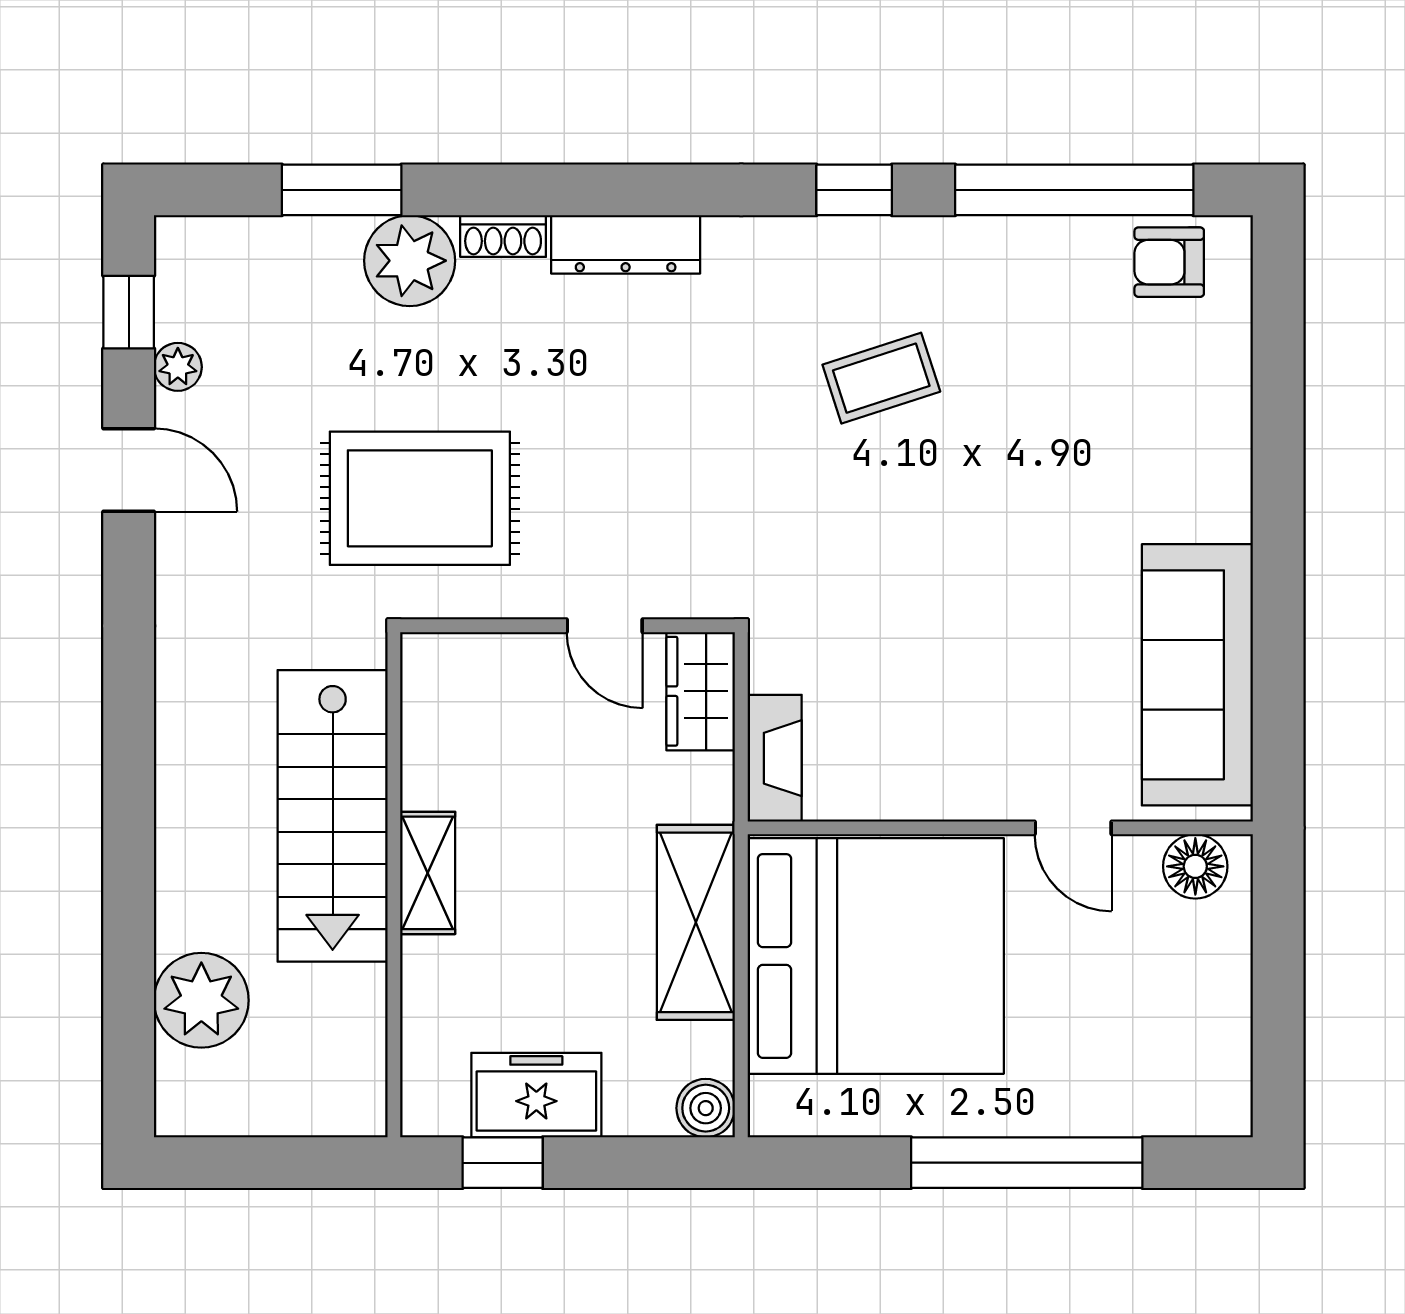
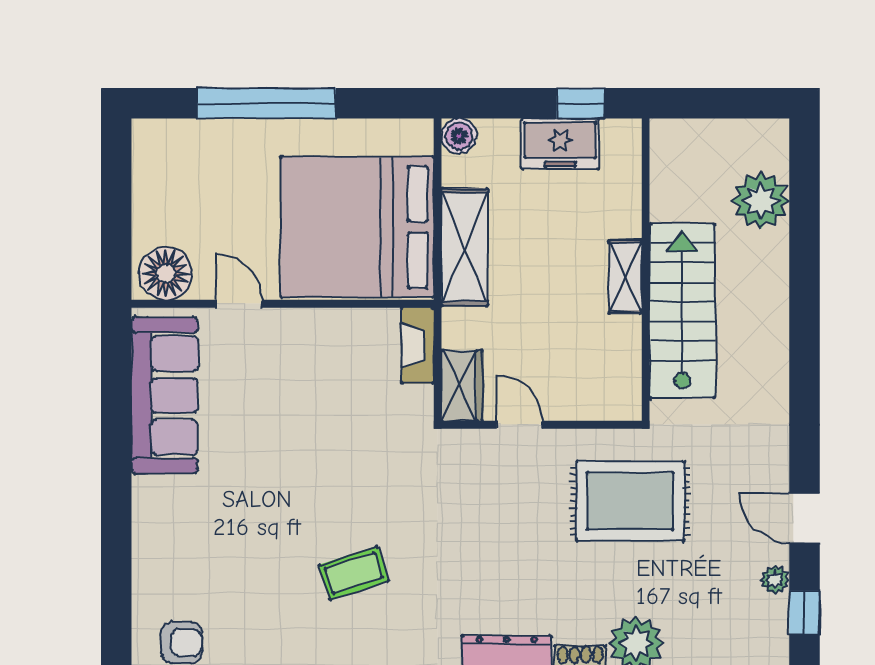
floor lamp: (1195, 866) -> (166, 273), width x1.38, depth x1.38

